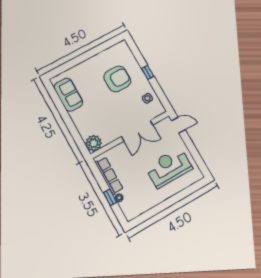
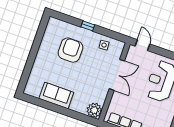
sofa: (68, 95) -> (56, 96), moved
door: (178, 125) -> (142, 45), hinge flipped

